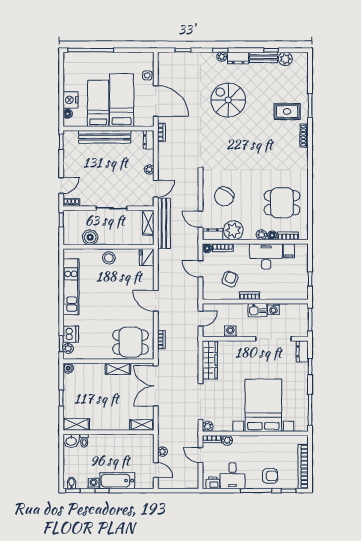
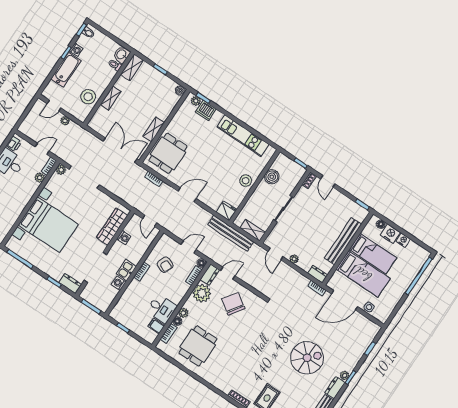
nightstand: (68, 85) -> (403, 240), added
bench: (164, 223) -> (231, 233), moved
desk: (266, 256) -> (162, 309), width x0.73
wardrobe: (210, 360) -> (112, 227), moved, turned 90
shelving: (142, 425) -> (111, 98), moved
stool: (128, 445) -> (88, 97), added

